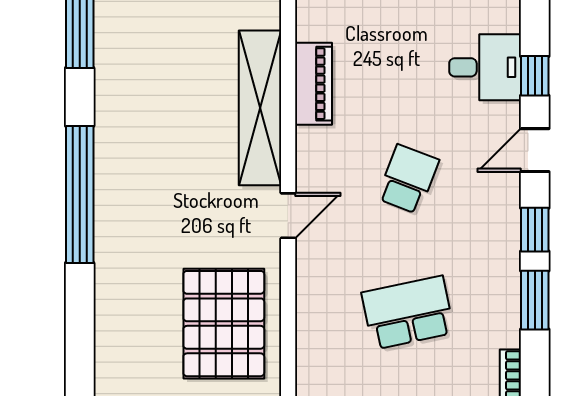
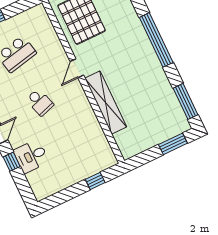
piano: (313, 84) -> (91, 121), removed
school desk: (408, 179) -> (40, 102), turned -39

